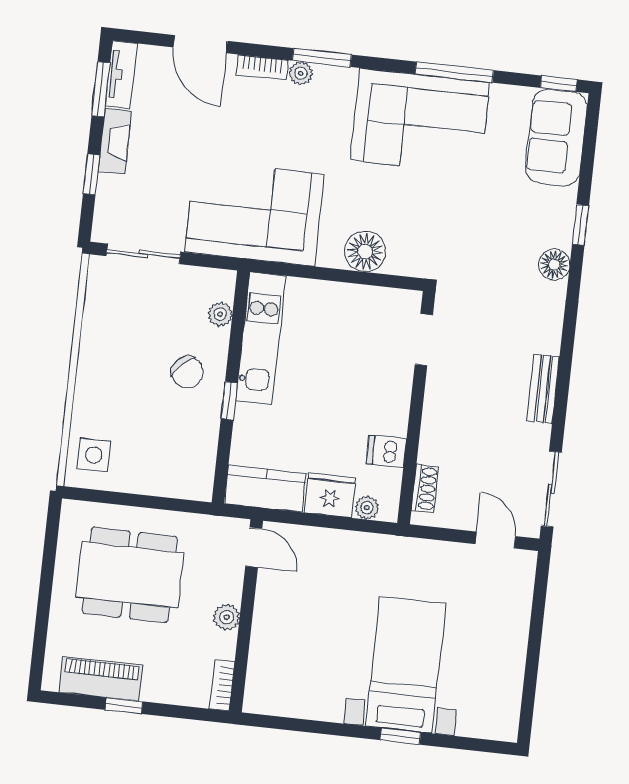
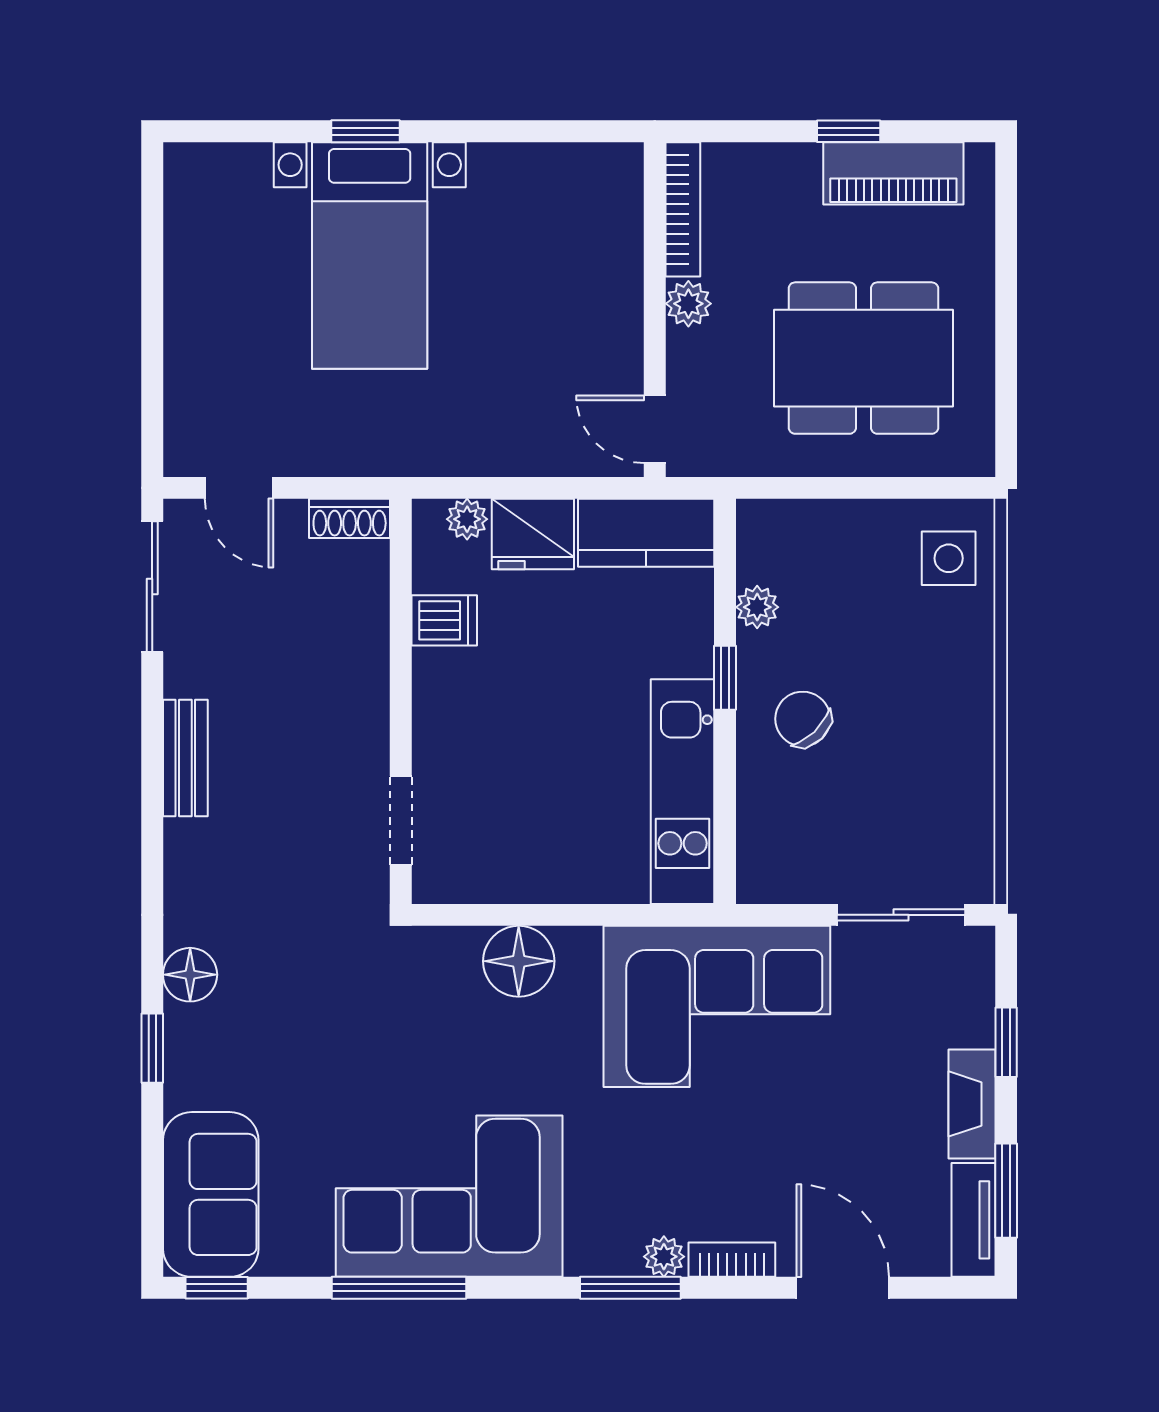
plant: (220, 314) -> (757, 607), moved
shoe rack: (425, 488) -> (350, 518), moved, turned -90
bookcase: (222, 685) -> (683, 209), width x1.56

